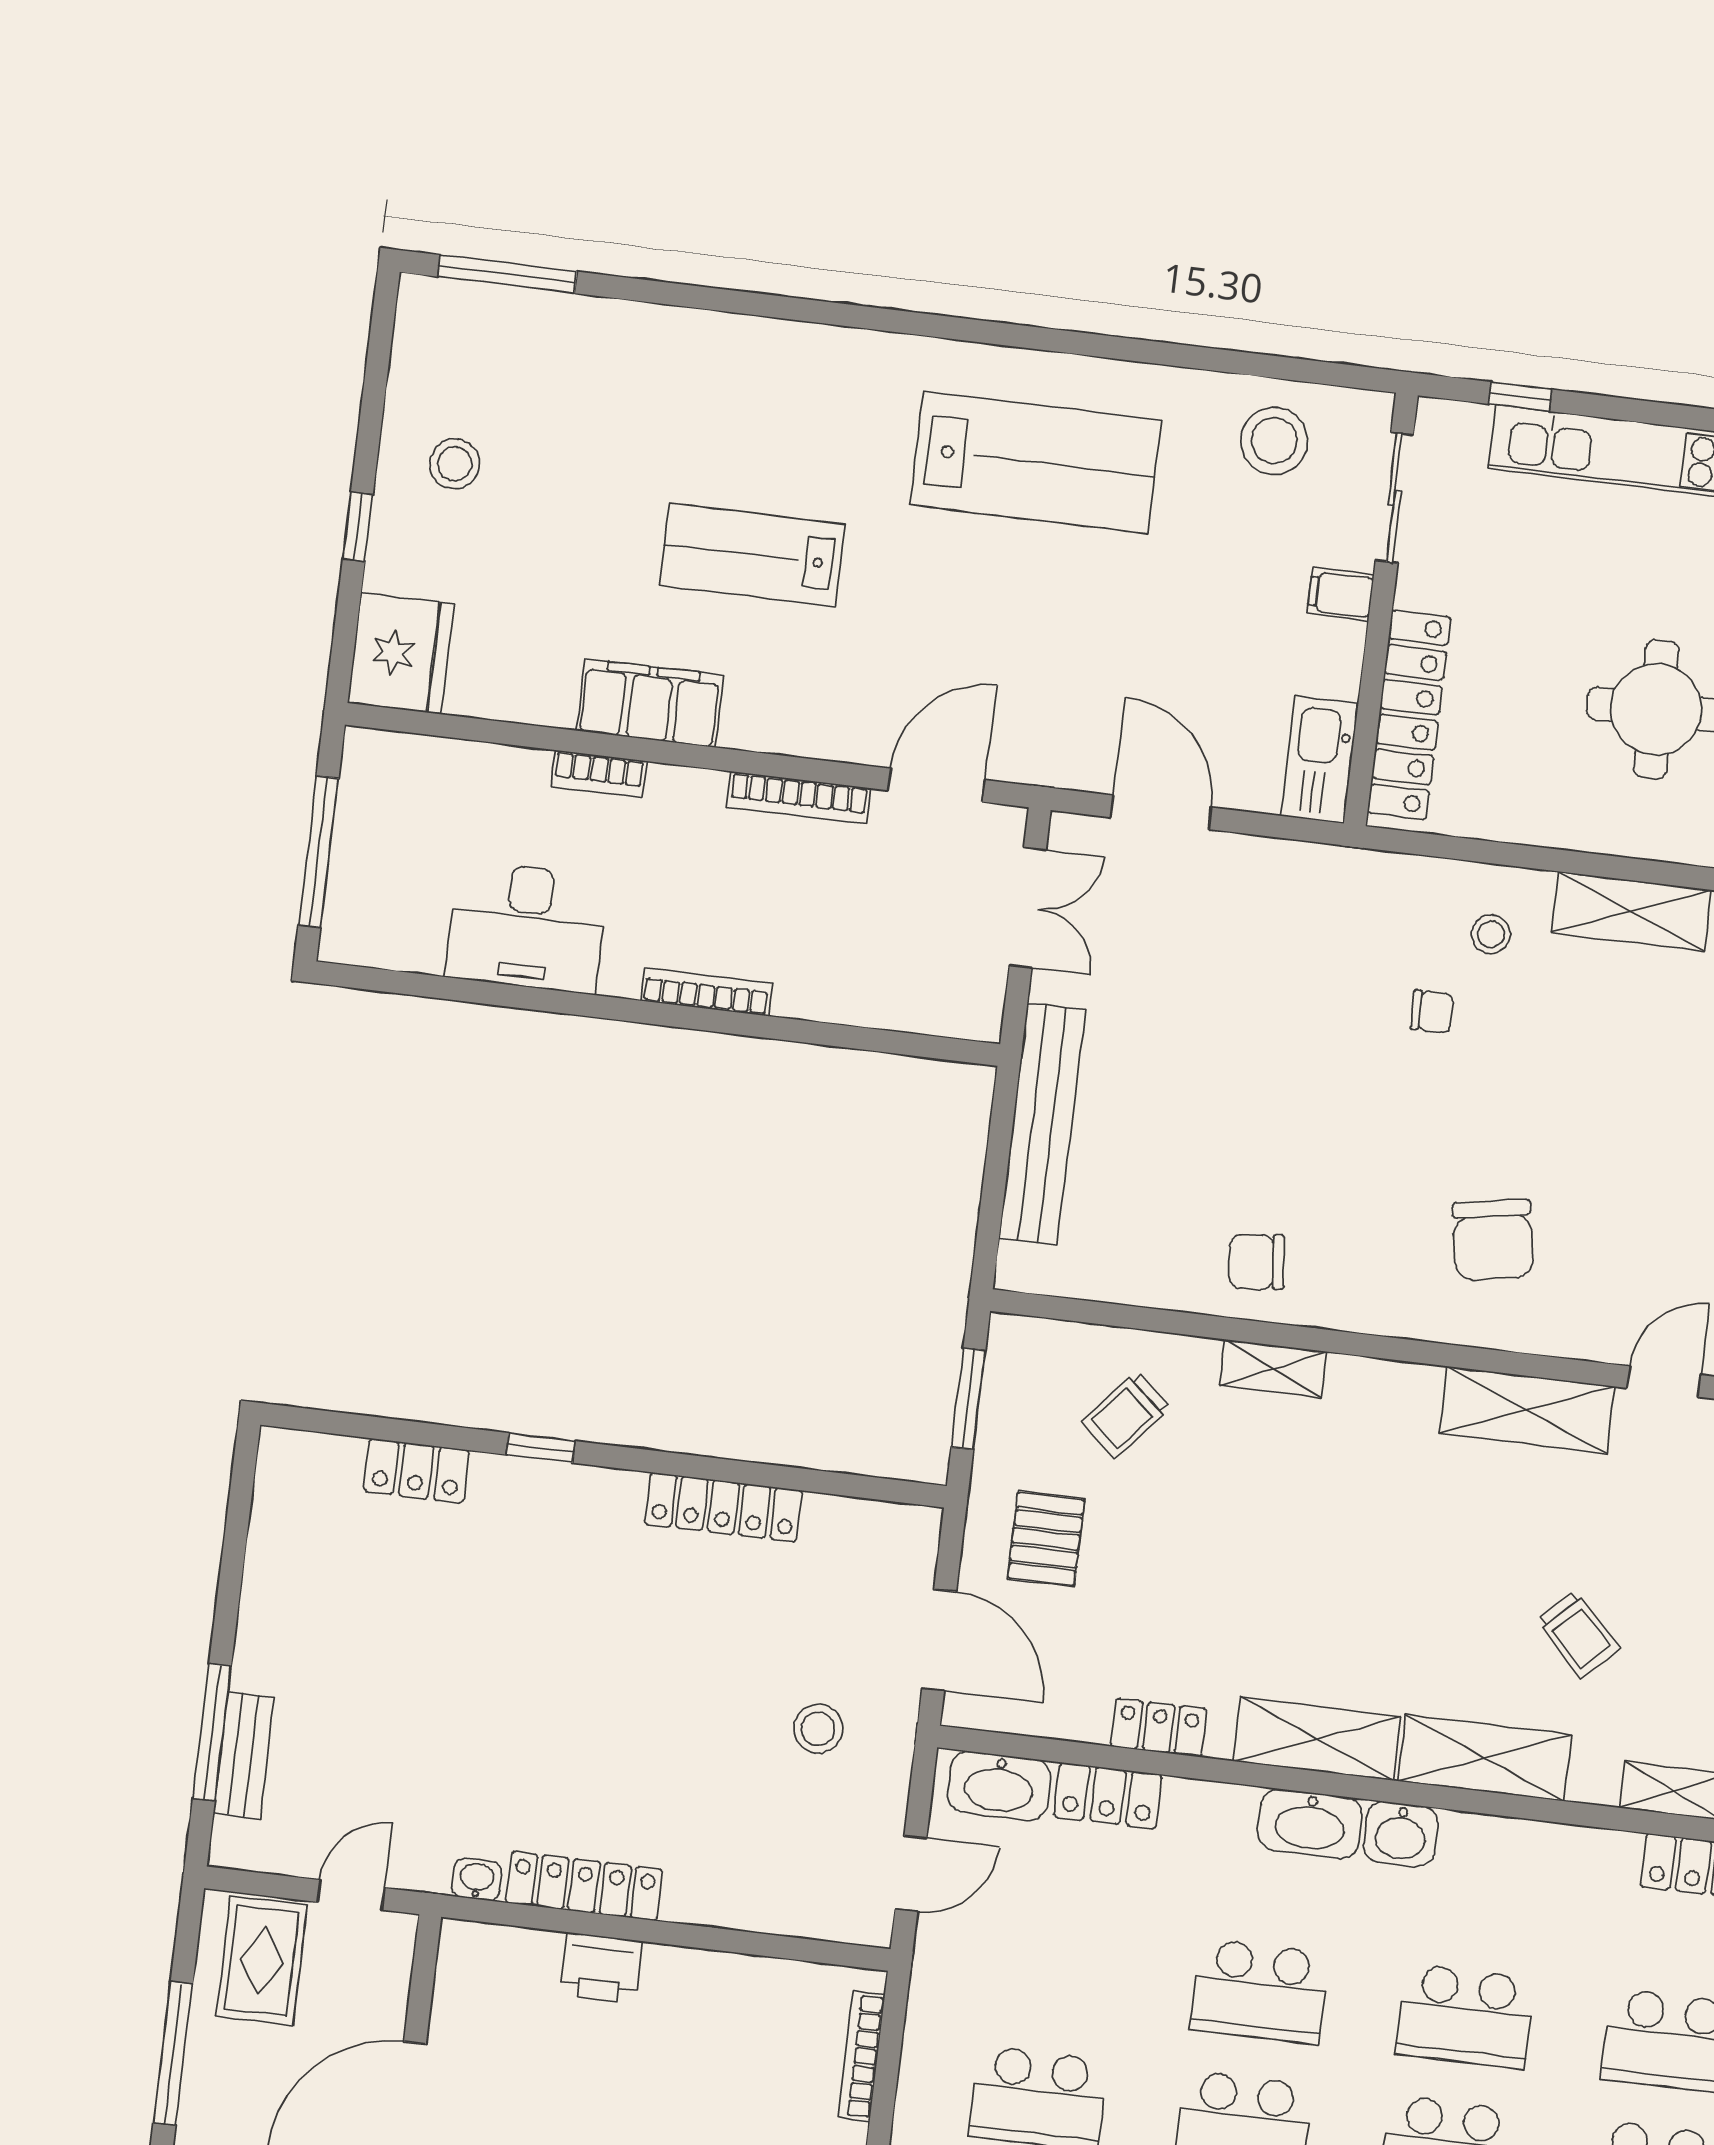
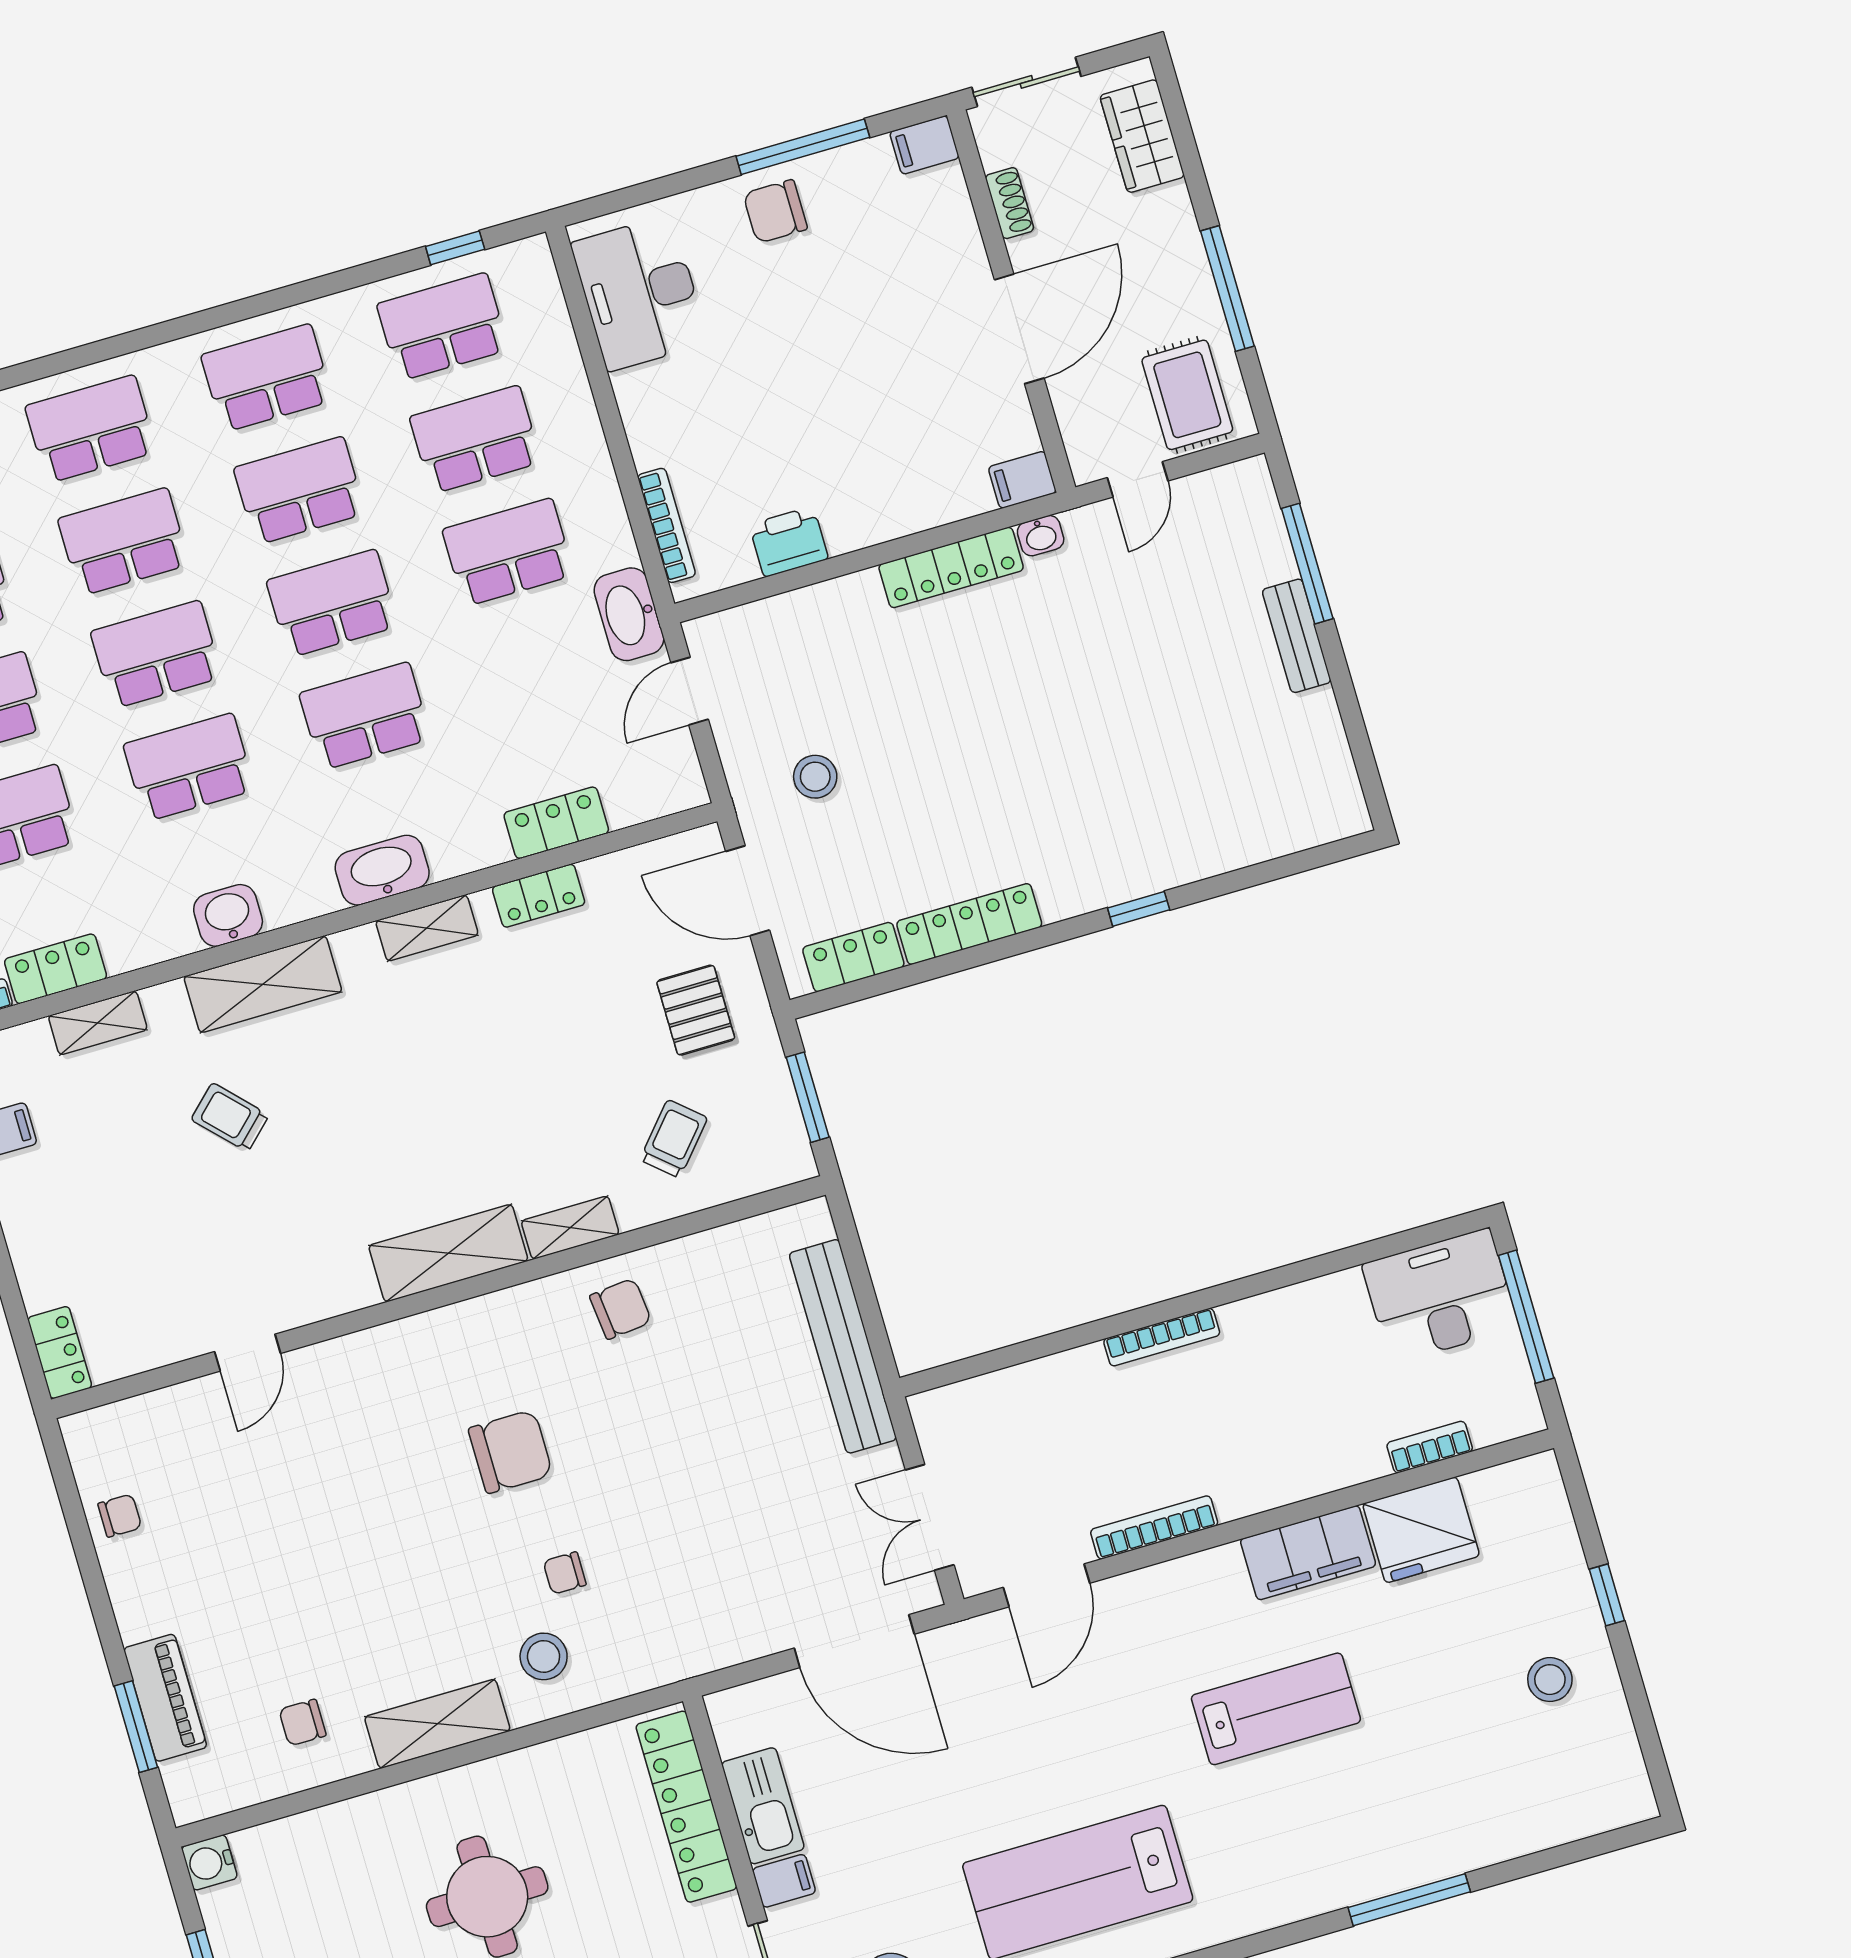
window: (507, 274) -> (1409, 1900), moved
fridge: (401, 653) -> (1421, 1530), moved, turned -90
kitchen sink: (1320, 760) -> (763, 1806), moved
bookcase: (599, 774) -> (1430, 1447), moved
door: (1161, 812) -> (854, 1641), width x1.36
desk: (527, 927) -> (1440, 1296), moved
stool: (1491, 934) -> (544, 1656), width x1.37, depth x1.37
chair: (1493, 1240) -> (510, 1452), moved, turned 100
shelving: (1527, 1410) -> (448, 1253), moved
locker: (416, 1471) -> (853, 957), moved
shelving: (1317, 1739) -> (427, 928), width x0.67, depth x0.75
bench: (244, 1755) -> (1297, 636), moved
washbasin: (999, 1786) -> (629, 614), moved, turned -90
washbasin: (1401, 1834) -> (228, 915), moved
filing cabinet: (471, 1946) -> (1022, 480), added
printer: (601, 1968) -> (789, 542), moved

